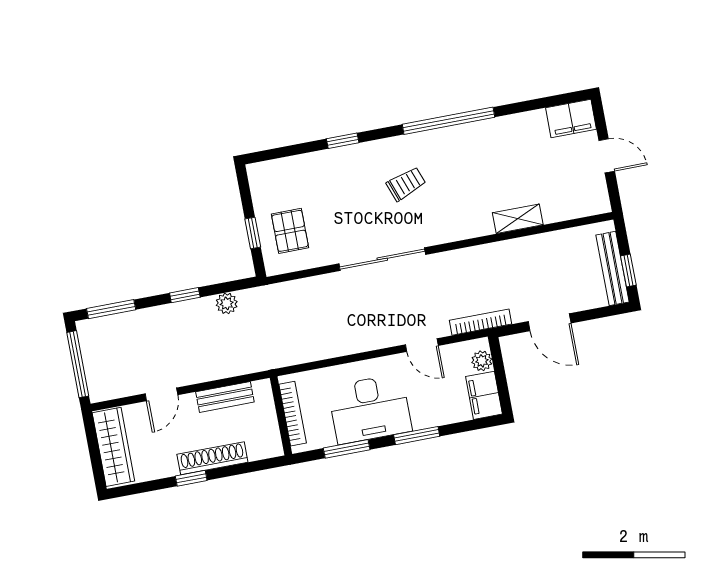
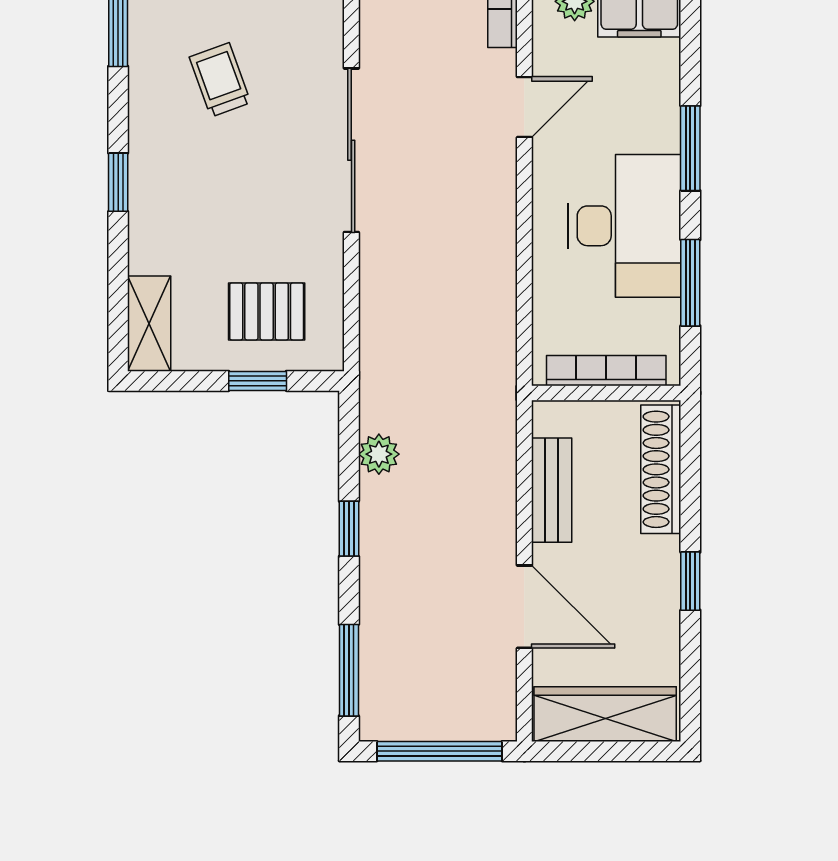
shelving: (272, 171) -> (149, 324), added
door: (161, 394) -> (524, 607), width x1.38
shoe rack: (212, 458) -> (661, 469), moved

